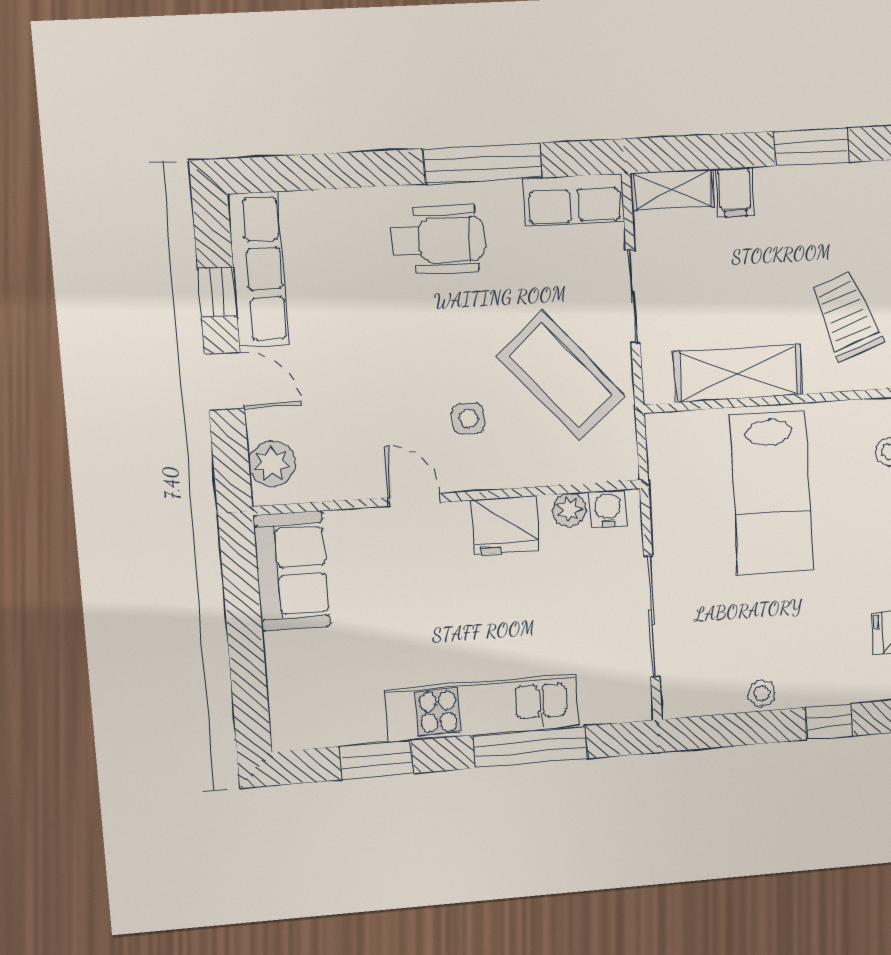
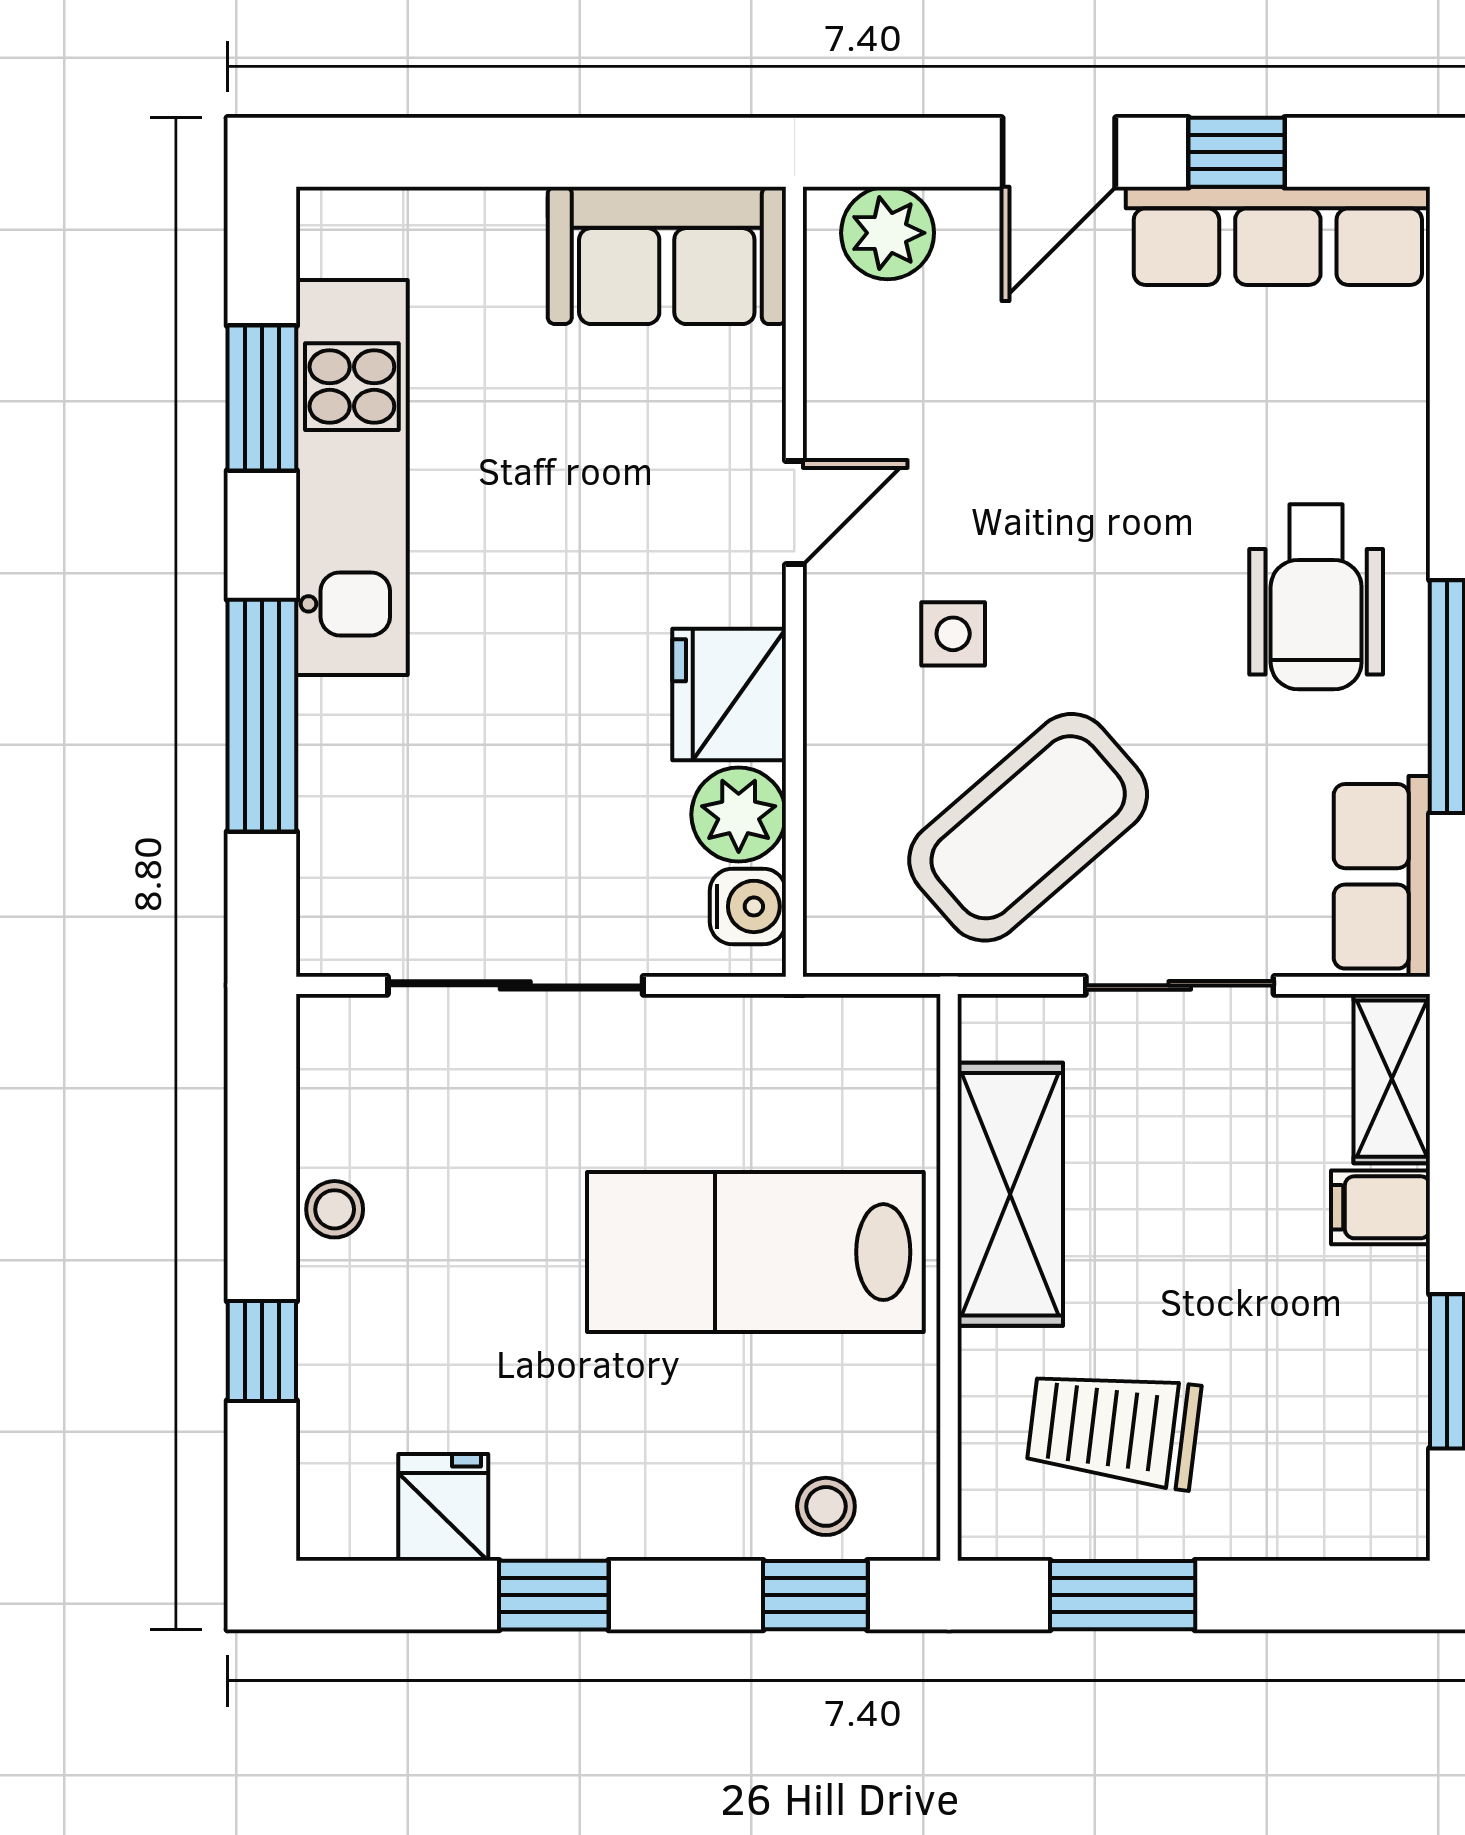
trolley: (846, 316) -> (1114, 1428), turned -153
plant: (569, 510) -> (739, 814), width x1.38, depth x1.38
kitchen unit: (482, 708) -> (352, 477), moved

